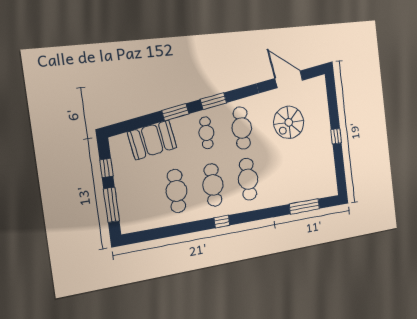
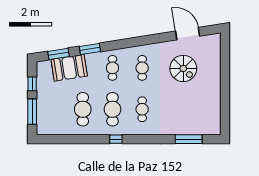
window: (213, 101) -> (59, 54), moved
spiral stairs: (289, 122) -> (183, 68), turned -90
cafe table: (242, 128) -> (142, 68), width x0.73, depth x0.74
window: (336, 136) -> (225, 85), removed
cafe table: (248, 179) -> (142, 109), width x0.73, depth x0.74

